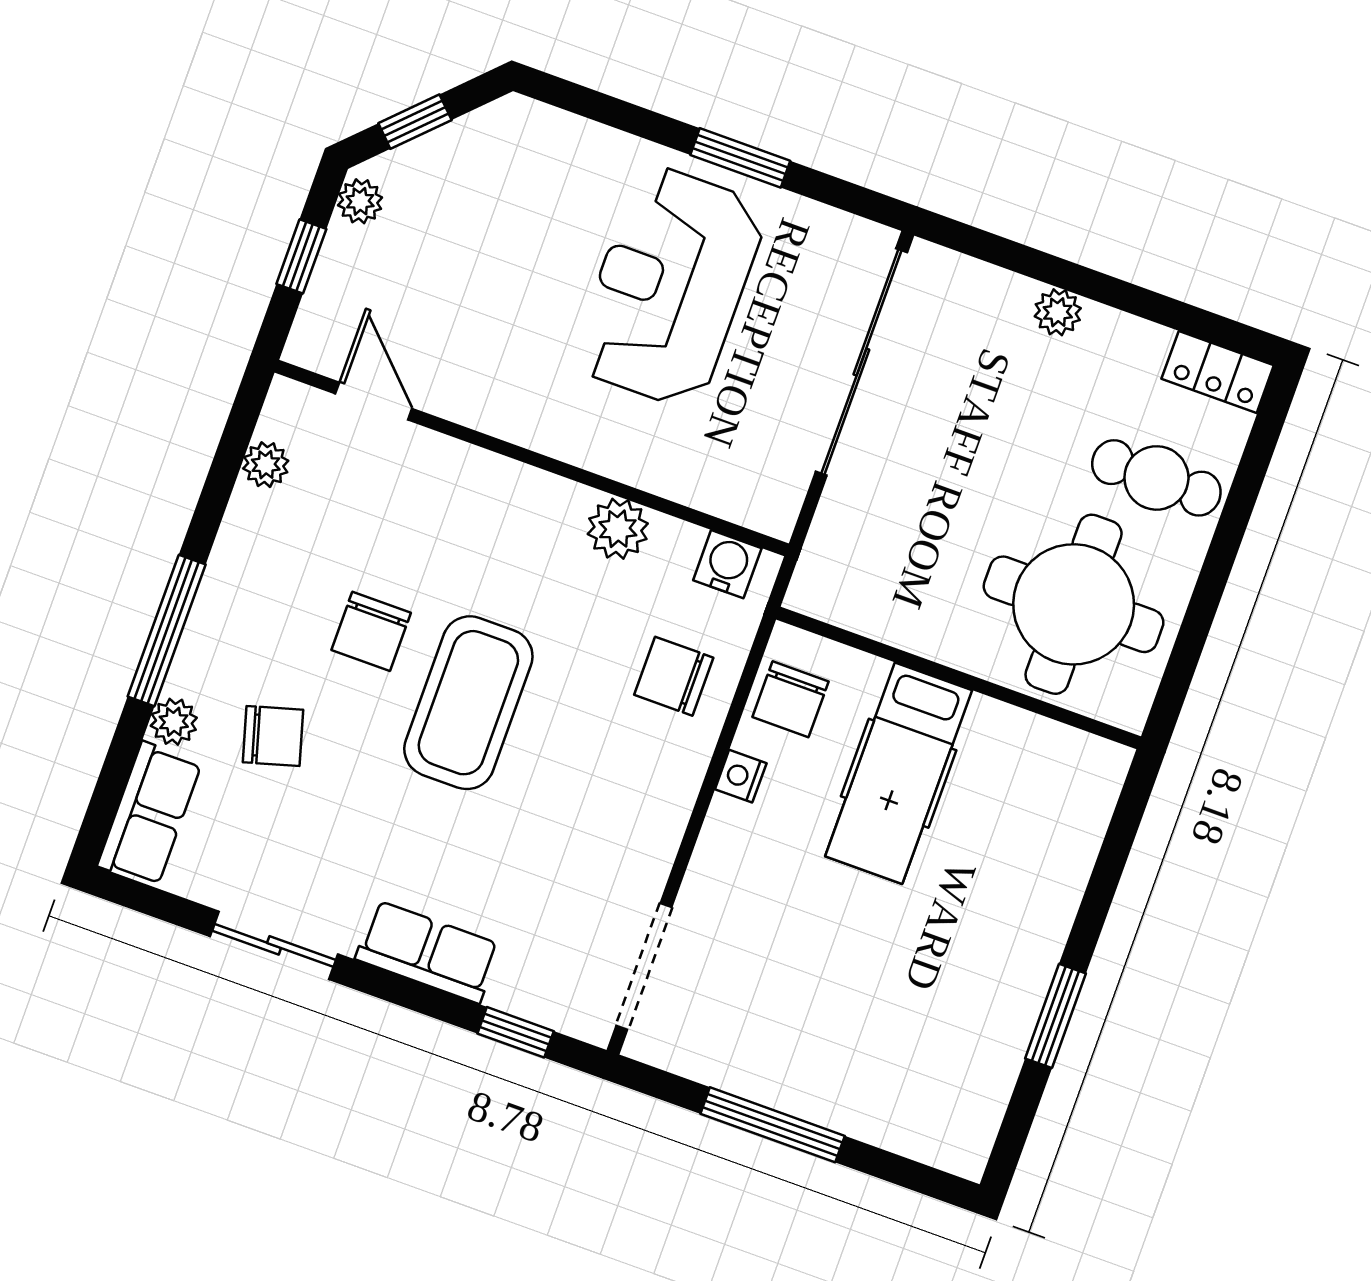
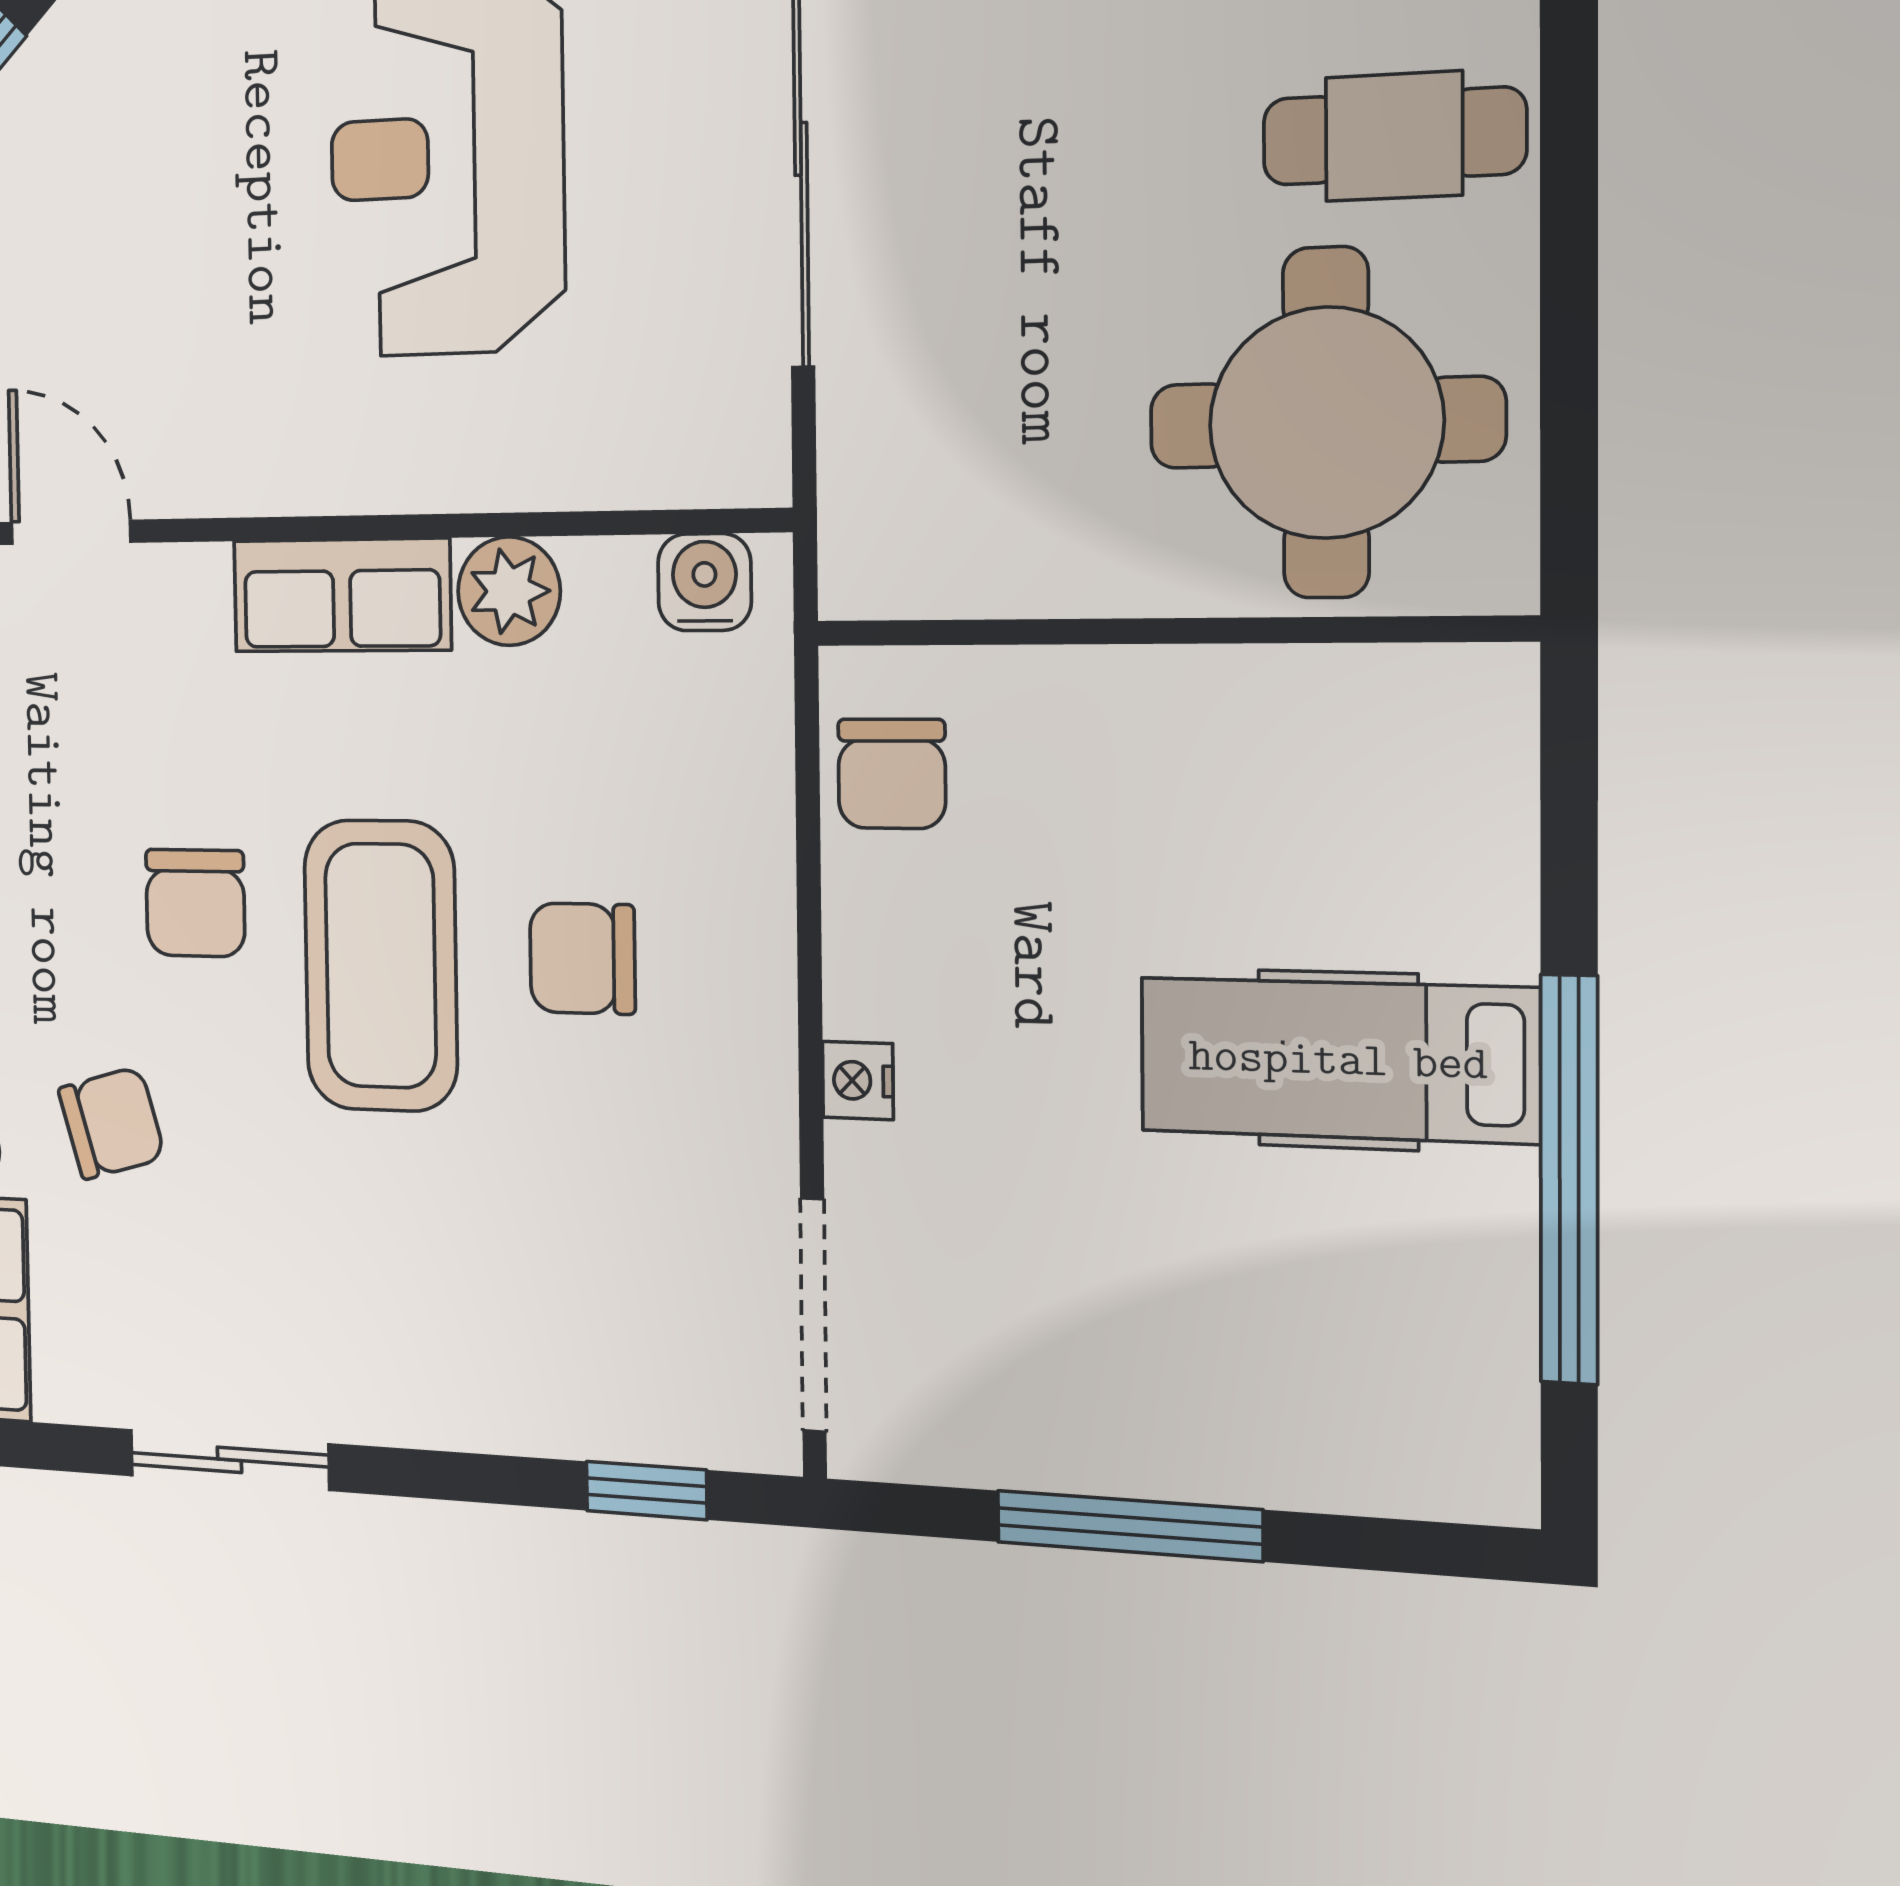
chair: (674, 676) -> (582, 959), moved
hospital bed: (899, 773) -> (1338, 1060), moved, turned 90
nightstand: (741, 776) -> (858, 1080), moved
row of seats: (428, 952) -> (342, 595), moved, turned 180
window: (1056, 1016) -> (1569, 1180), width x2.11

